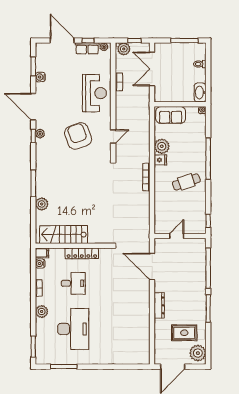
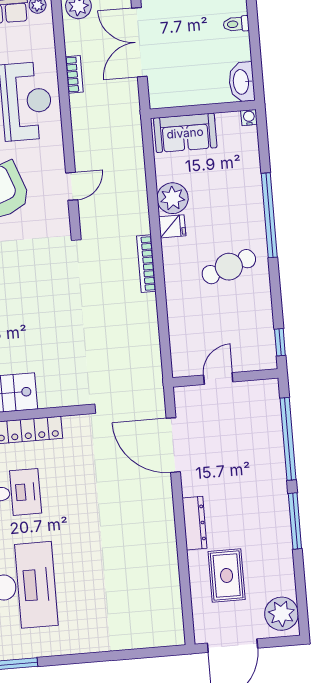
rug: (184, 333) -> (227, 575), moved, turned 90

